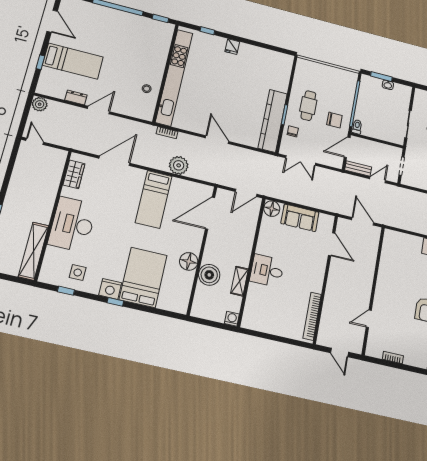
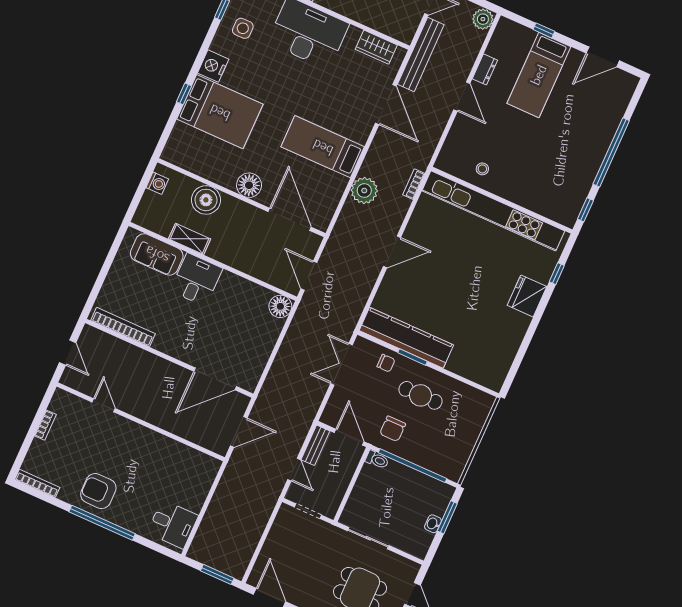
fridge: (232, 47) -> (527, 296), width x1.88, depth x1.34
bench: (73, 143) -> (421, 55), added
sofa: (300, 218) -> (157, 254), moved, turned -90
door: (332, 244) -> (215, 379), width x1.36
floor lamp: (189, 261) -> (249, 185), moved
window: (115, 302) -> (184, 94), moved
washing machine: (232, 319) -> (157, 183), moved
door: (340, 352) -> (68, 353), swing flipped

